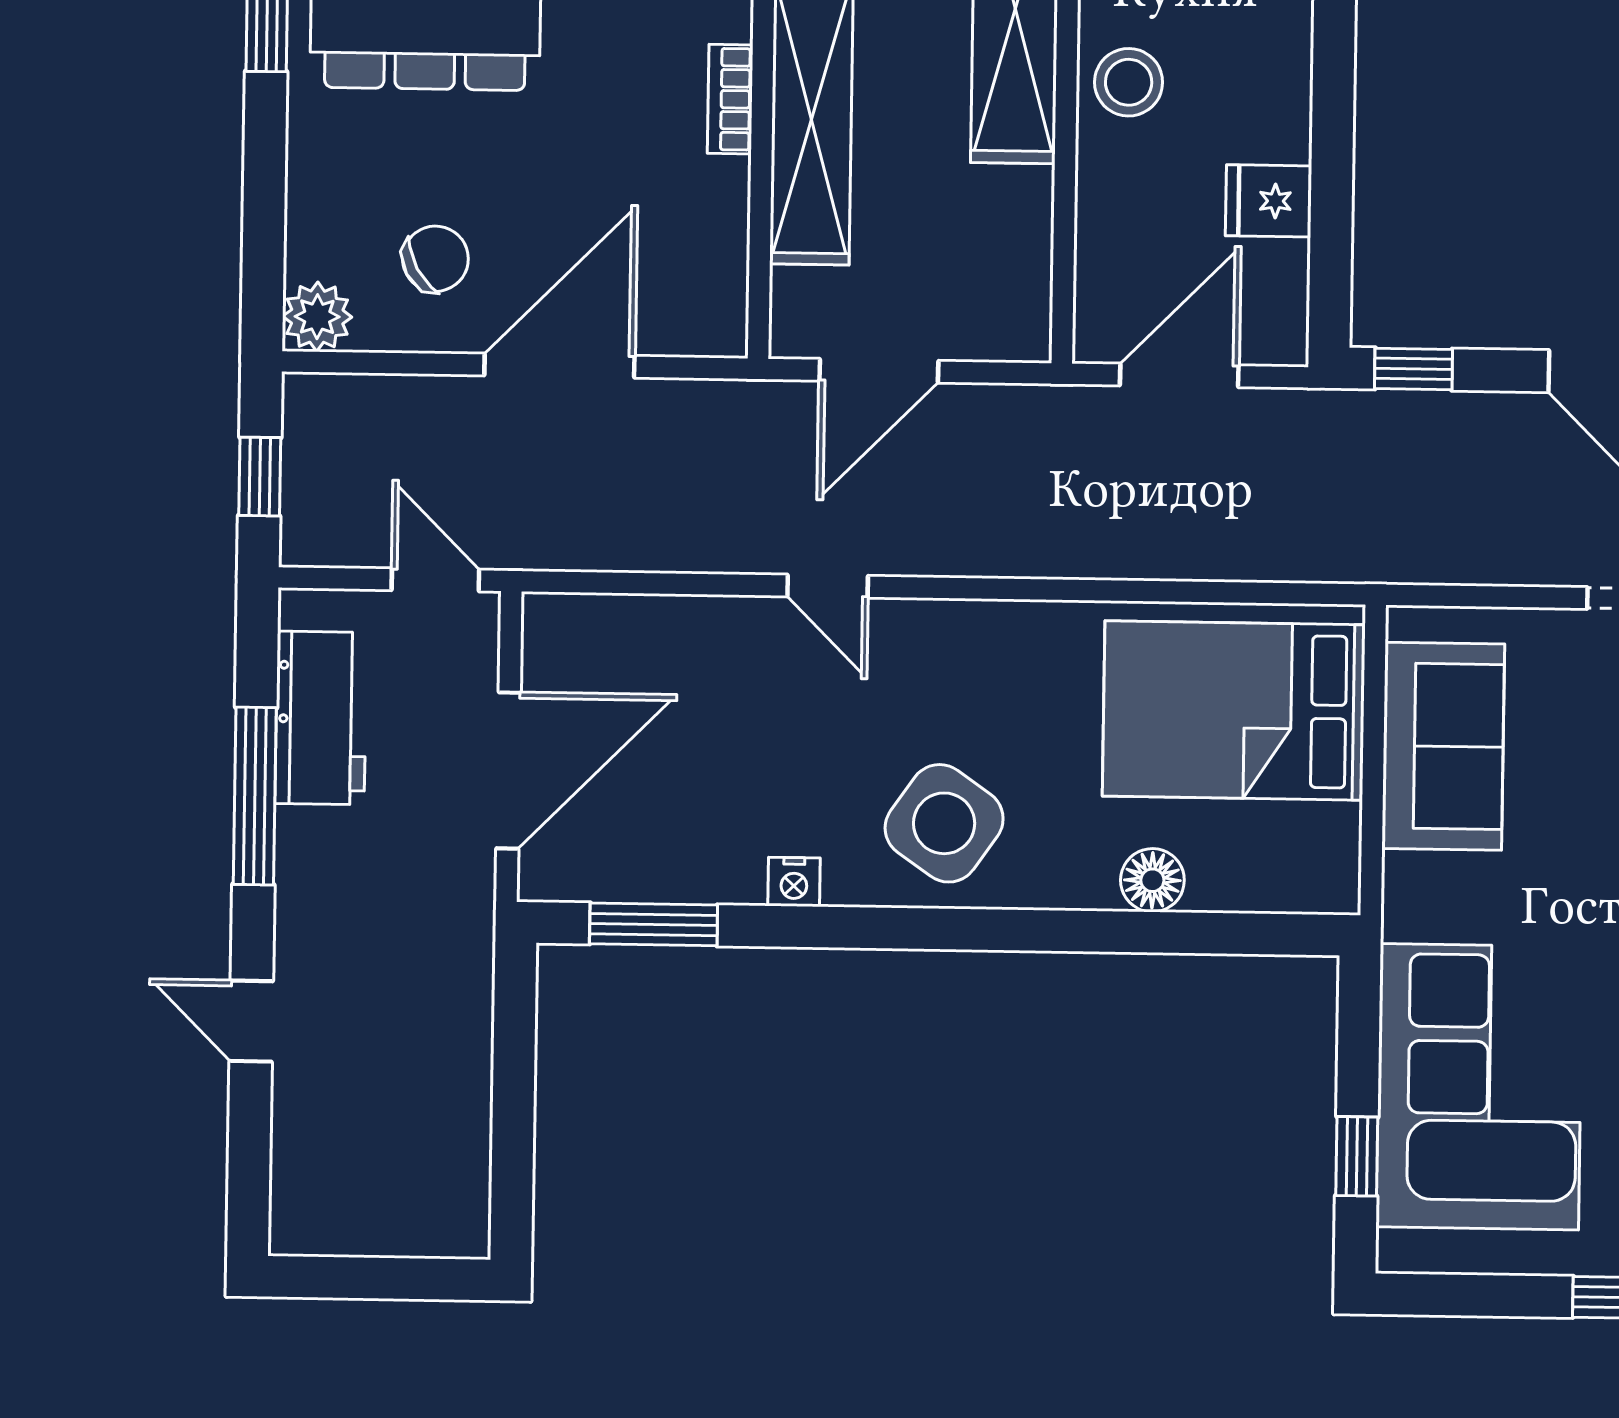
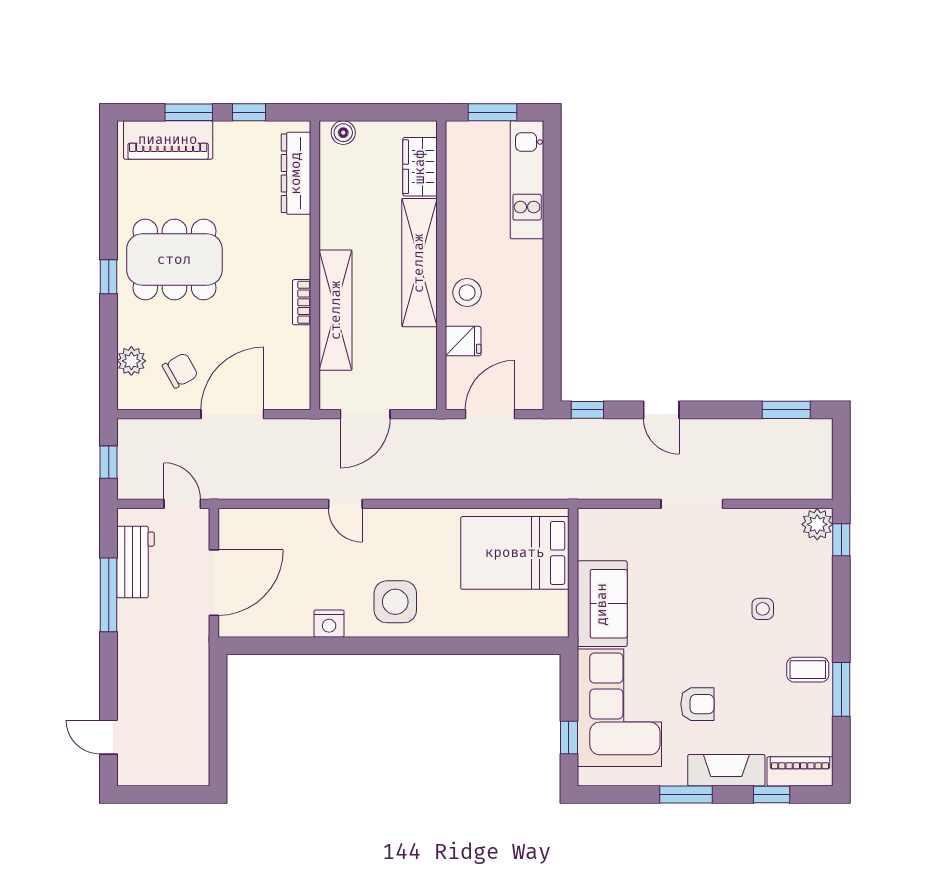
fridge: (1269, 201) -> (463, 341), moved, turned 180
plant: (317, 317) -> (131, 361), moved
sofa: (1443, 746) -> (602, 604), moved
side table: (944, 823) -> (395, 602), turned -35
floor lamp: (1152, 880) -> (482, 624), removed
nightstand: (794, 882) -> (329, 624), width x1.39, depth x1.35
window: (654, 924) -> (275, 646), removed
door: (251, 1021) -> (109, 737), moved

